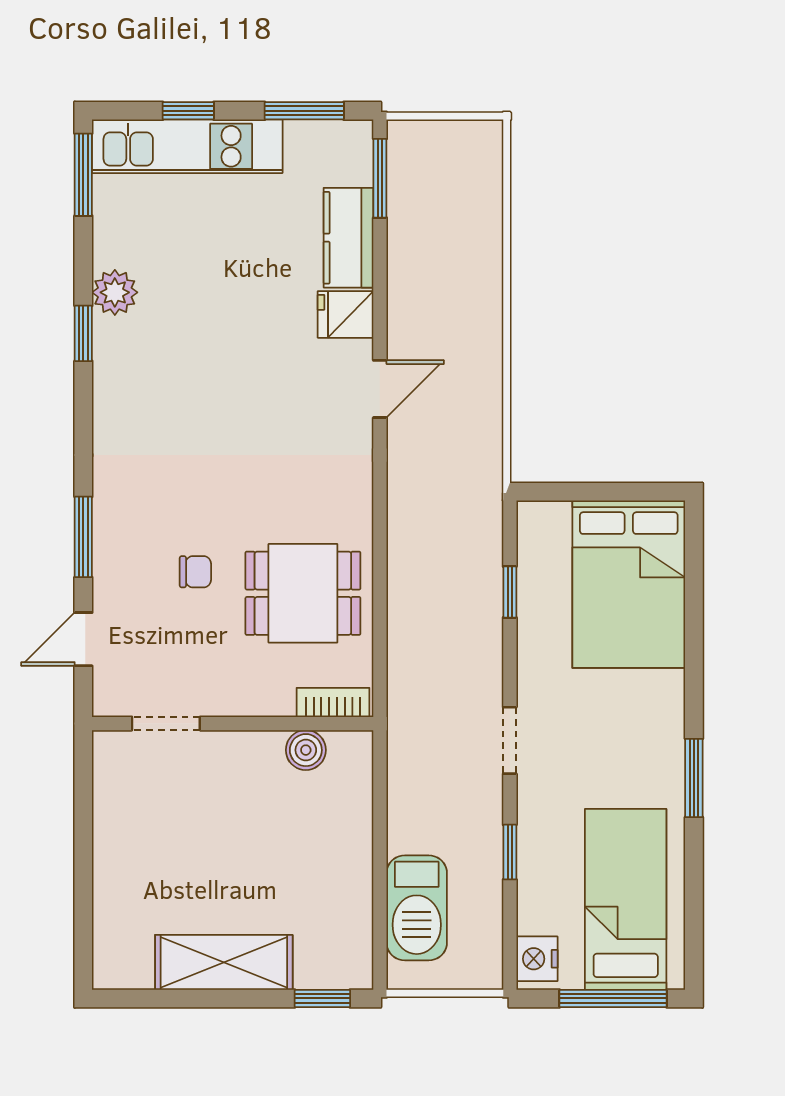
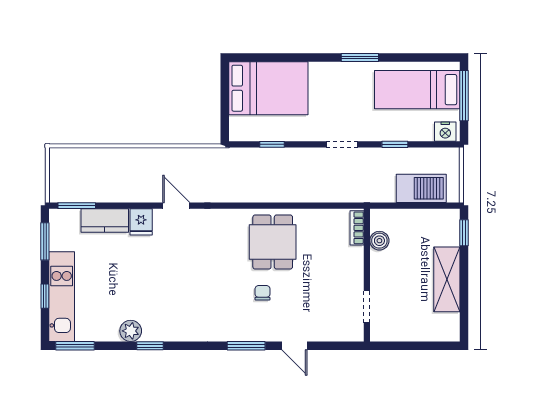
bookcase: (333, 702) -> (357, 228), moved
doorway: (166, 724) -> (367, 307), moved
wall: (233, 724) -> (367, 275), moved
boiler: (306, 750) -> (379, 241), moved

